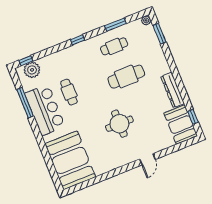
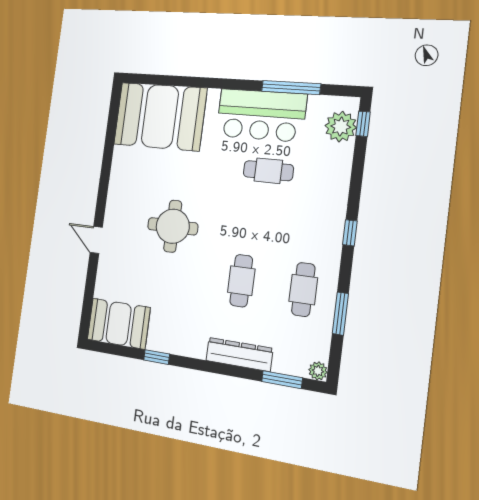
cafe table: (126, 77) -> (241, 281), width x0.73, depth x0.74
dresser: (173, 90) -> (239, 354), moved
window: (193, 117) -> (157, 357), moved

